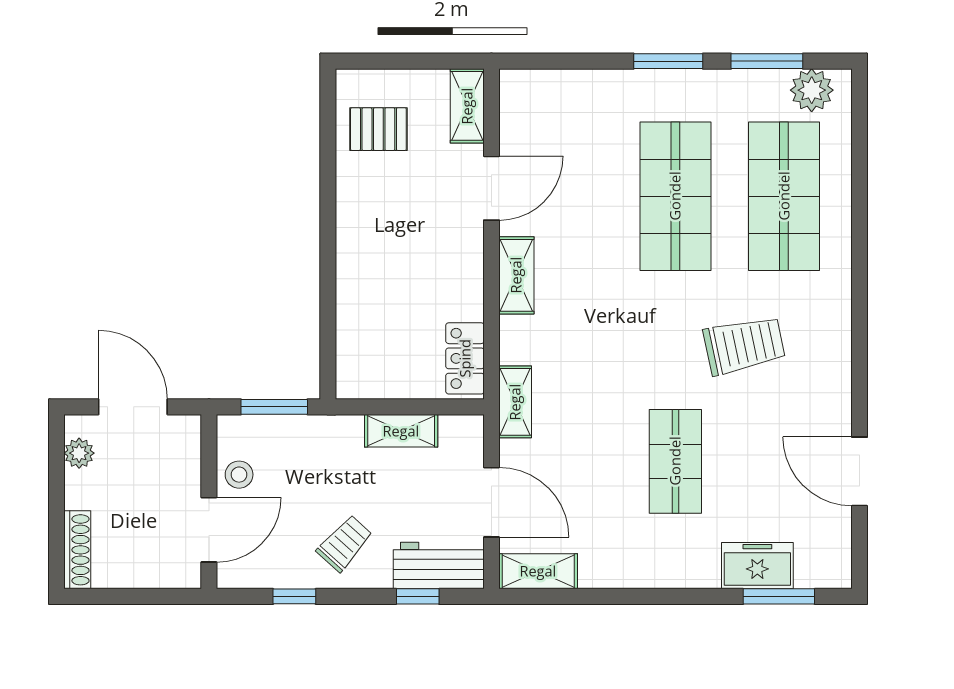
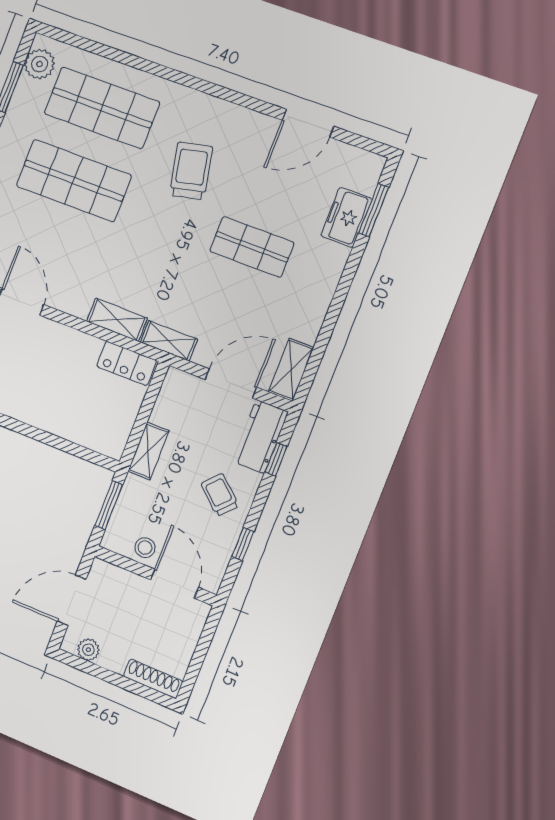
shelving: (516, 275) -> (117, 320), moved
shelving: (401, 431) -> (148, 451), moved

